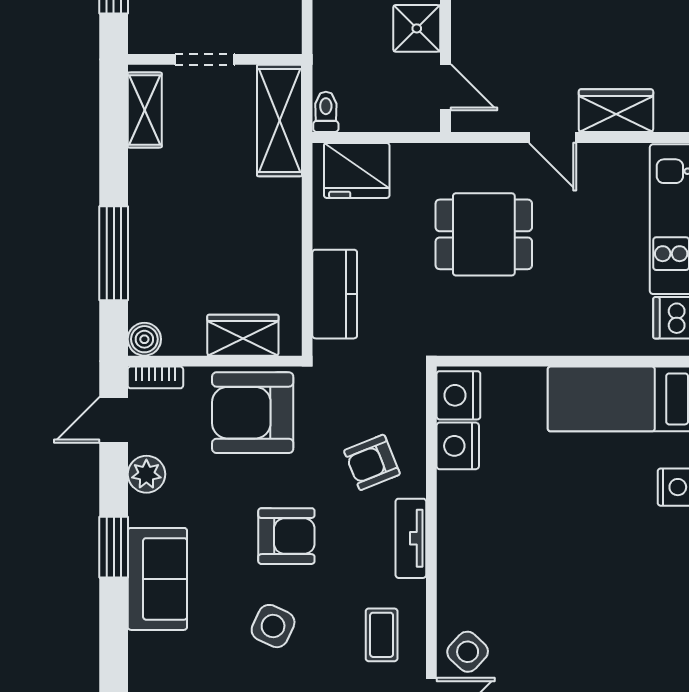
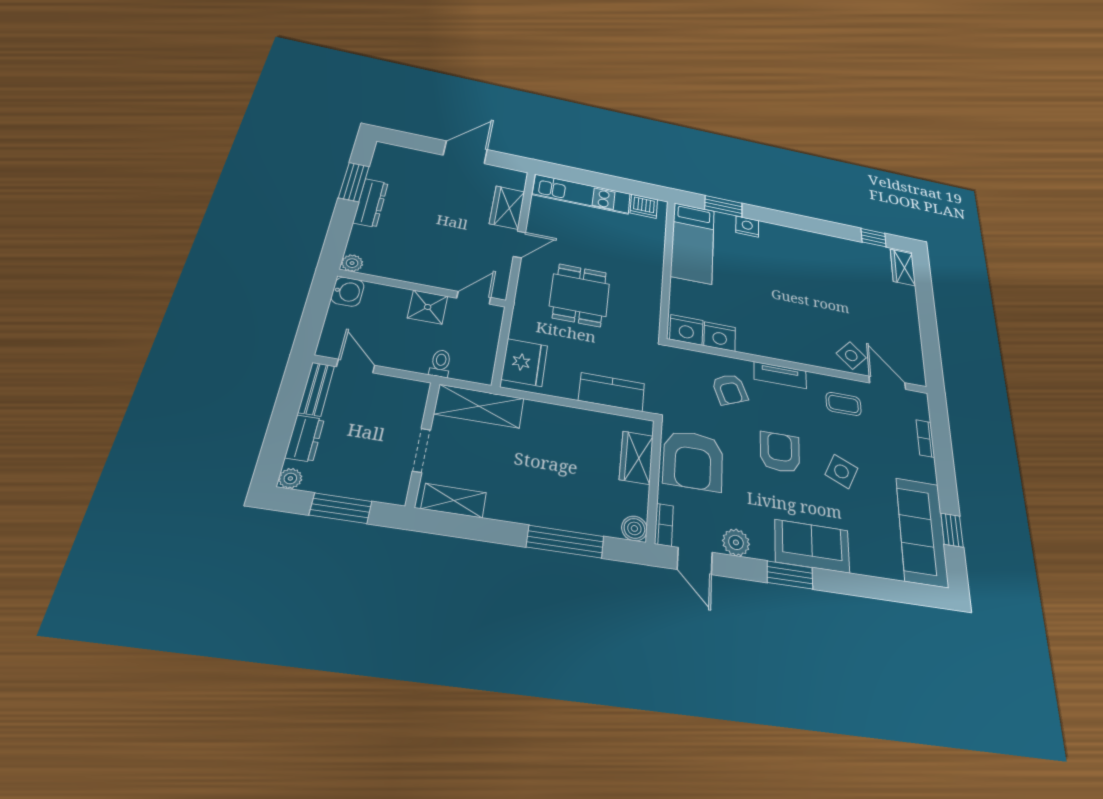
toilet: (326, 112) -> (440, 363), moved, turned 90

